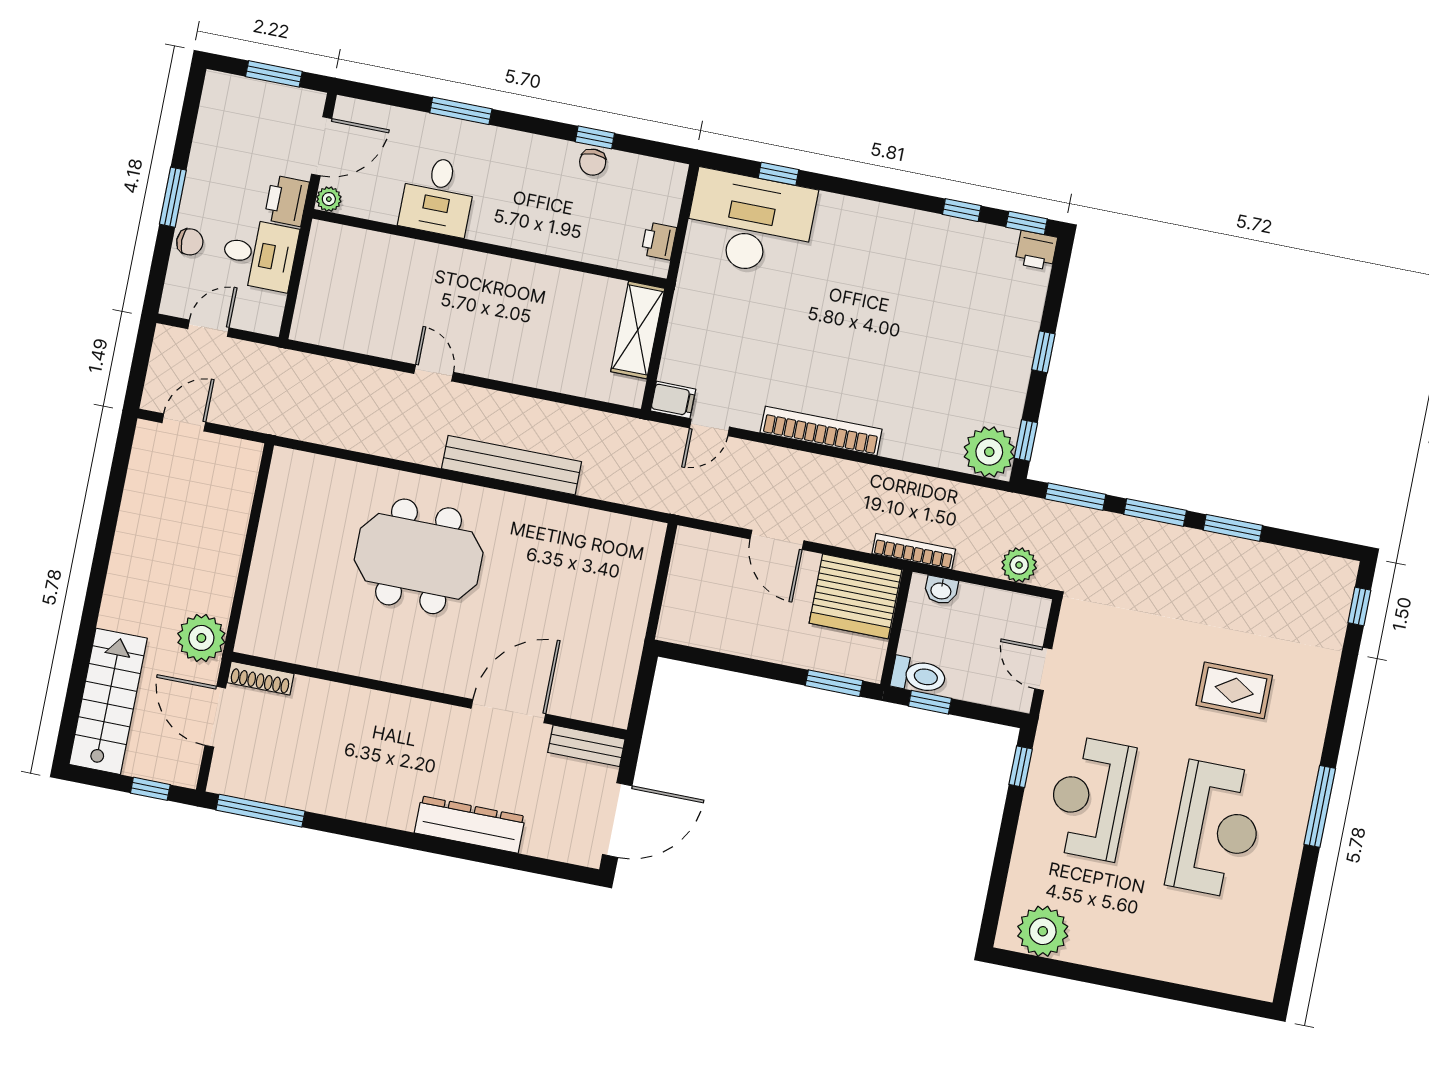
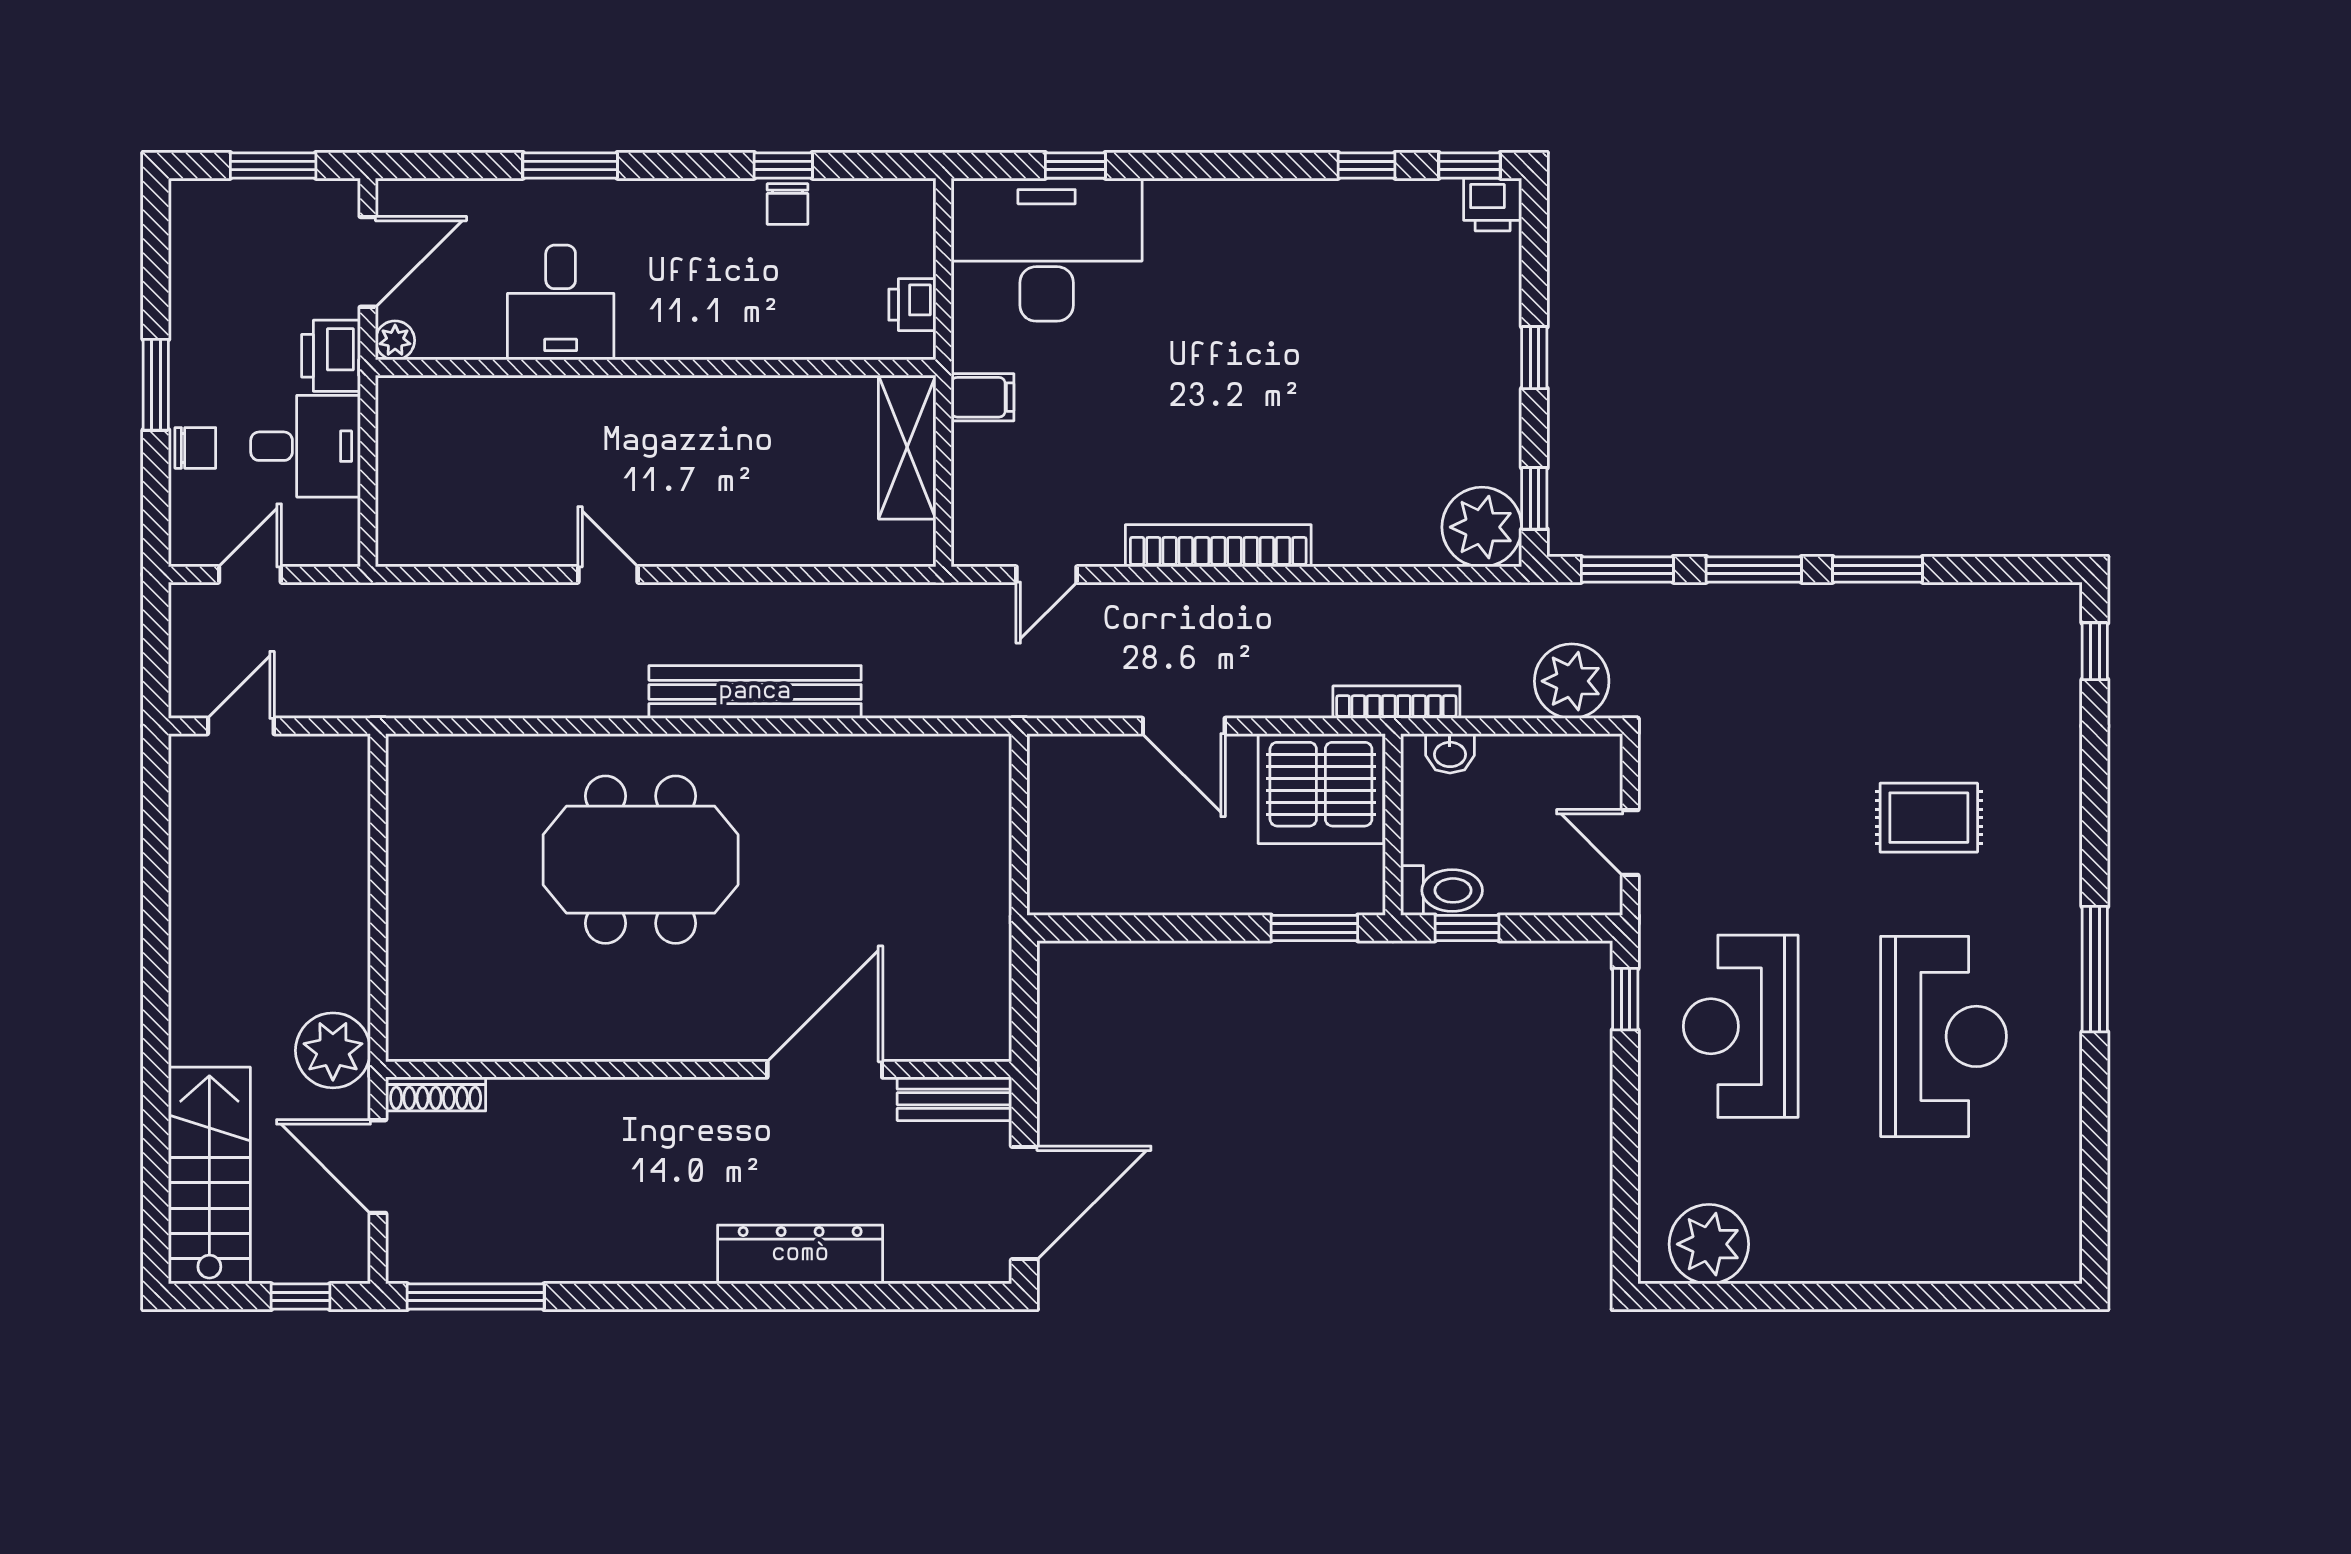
filing cabinet: (673, 400) -> (983, 397), moved
plant: (1019, 565) -> (1572, 681), width x1.36, depth x1.36

